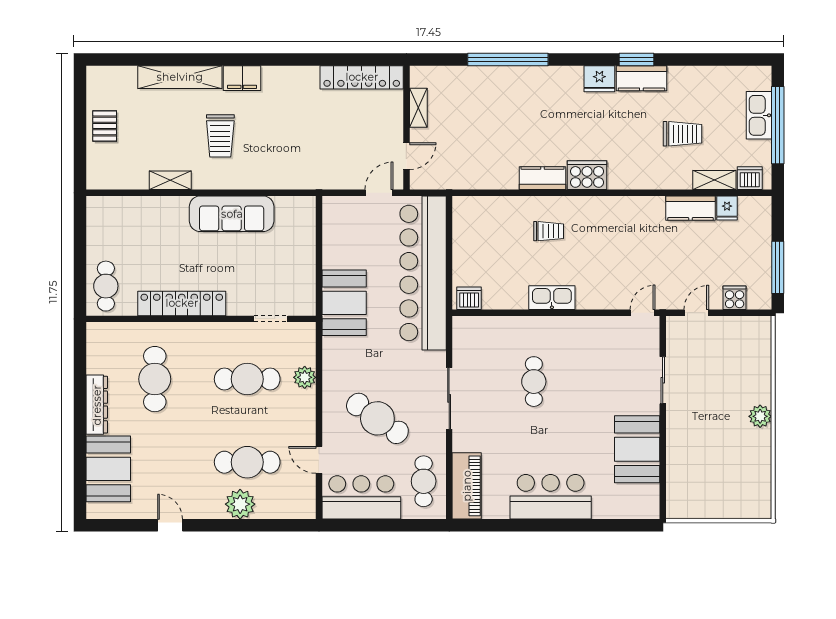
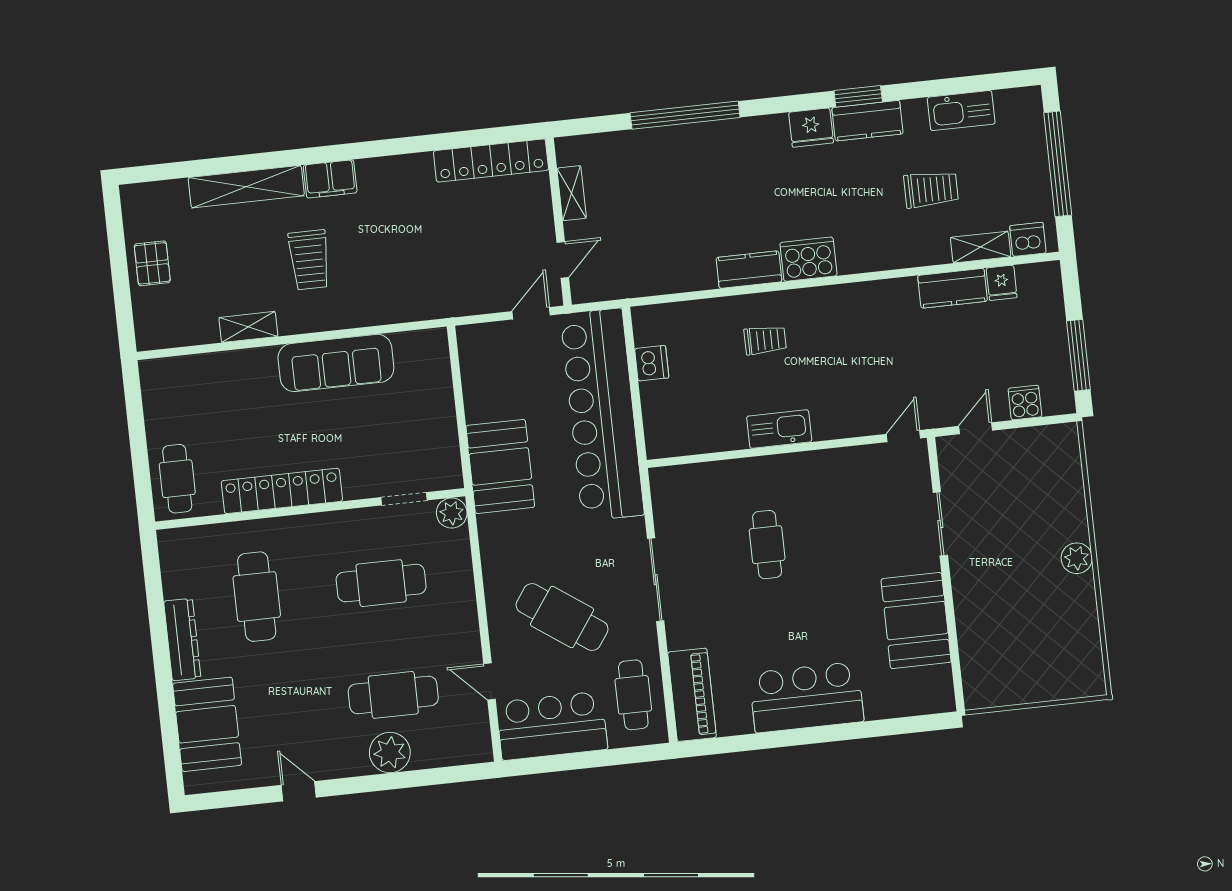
kitchen sink: (759, 115) -> (961, 111), moved, turned -90
dishwasher: (469, 298) -> (652, 363), moved, turned 90
plant: (305, 377) -> (452, 513), moved

